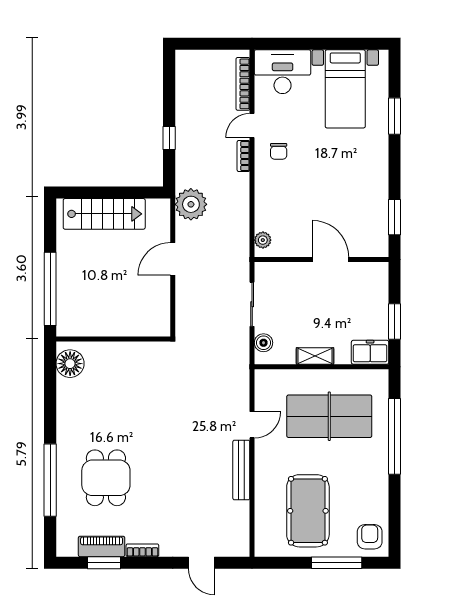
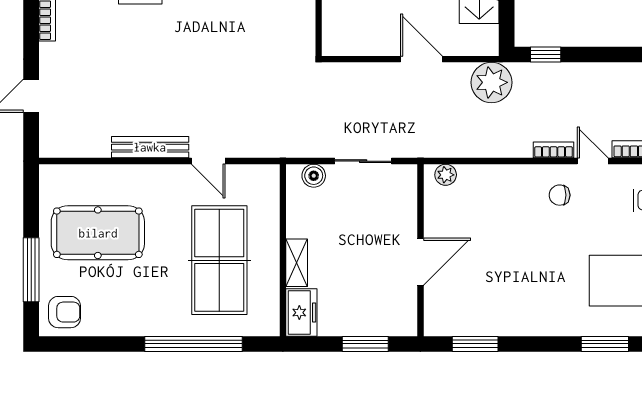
window: (169, 138) -> (546, 55), moved
window: (395, 322) -> (365, 344), moved
shelving: (315, 356) -> (297, 263), moved

